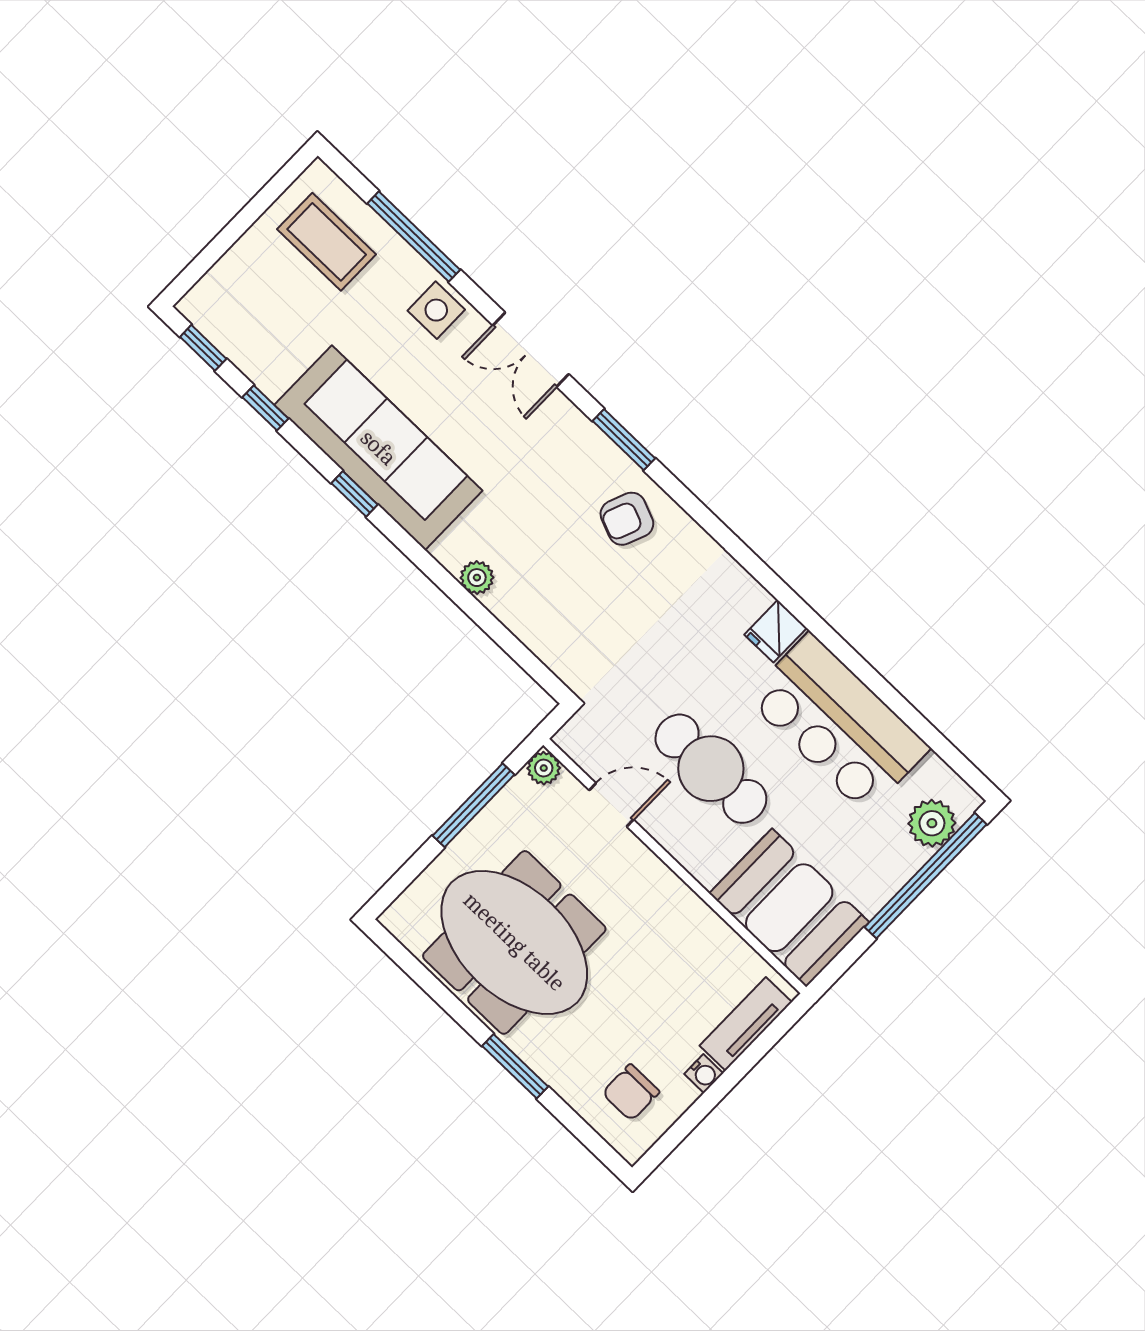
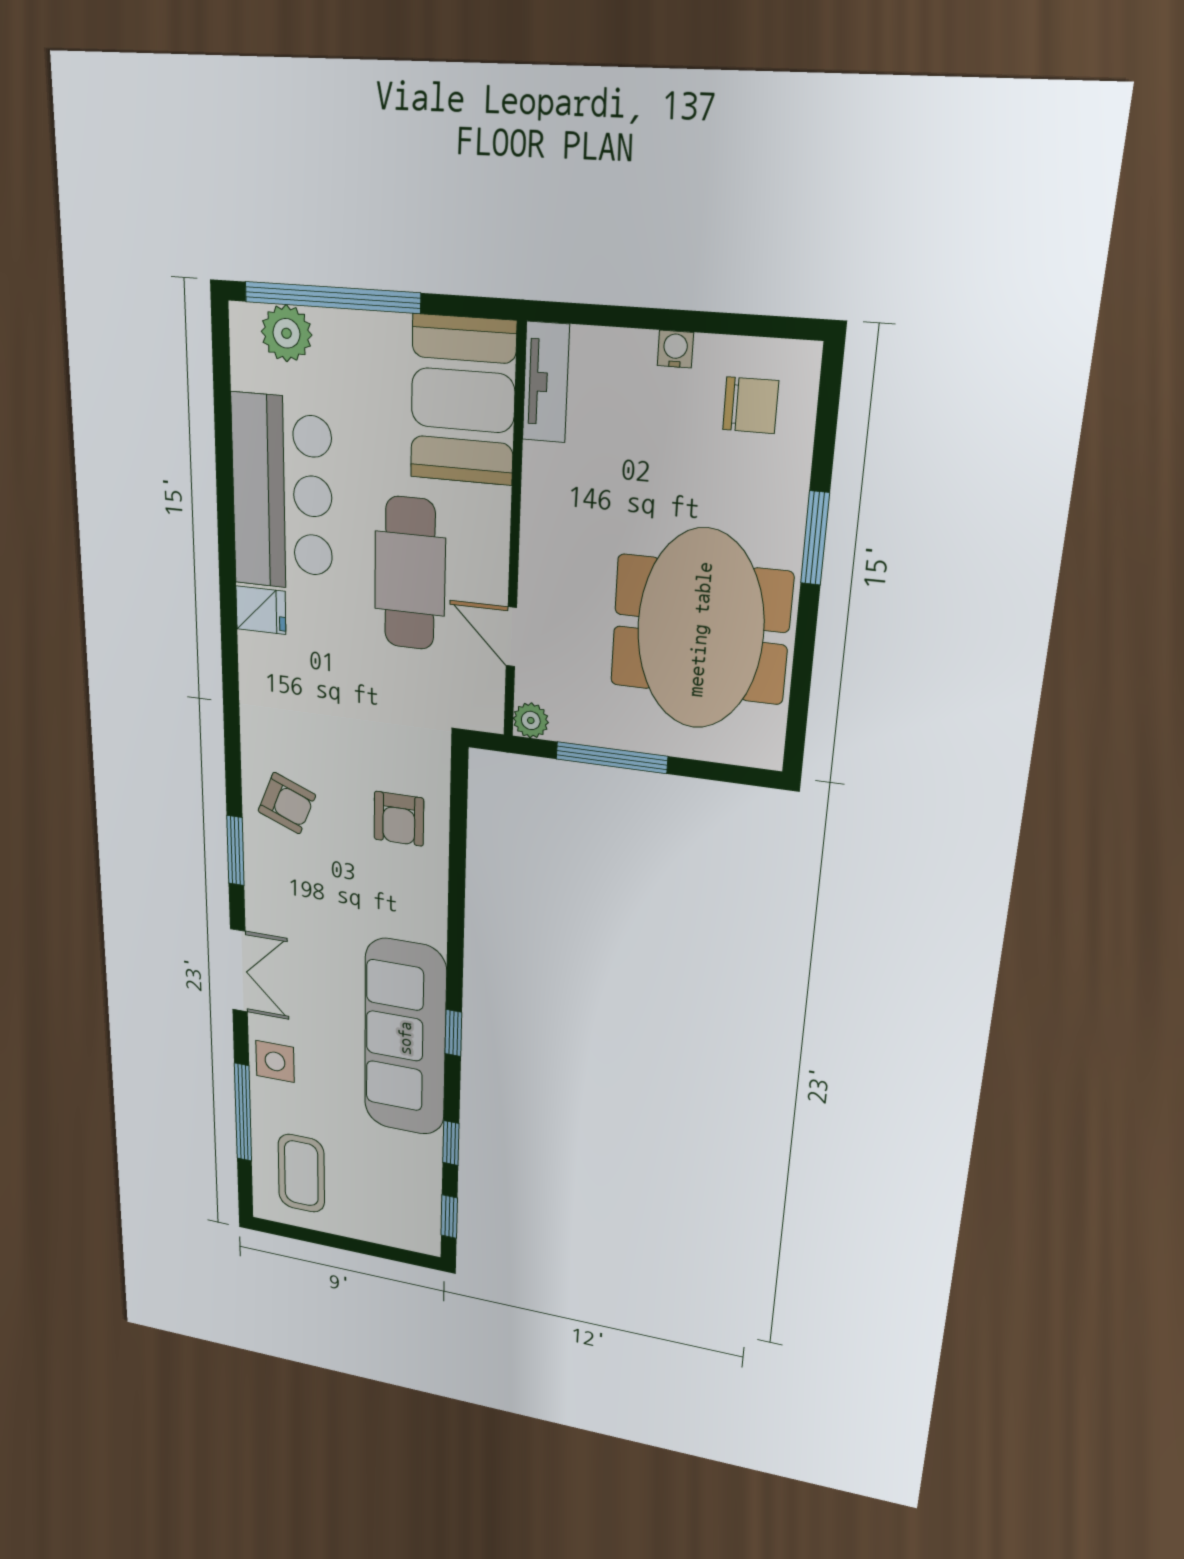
plant: (477, 578) -> (431, 891), removed
armchair: (549, 601) -> (399, 819), added
tv unit: (746, 1024) -> (546, 382), moved, turned -90

